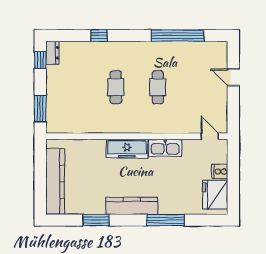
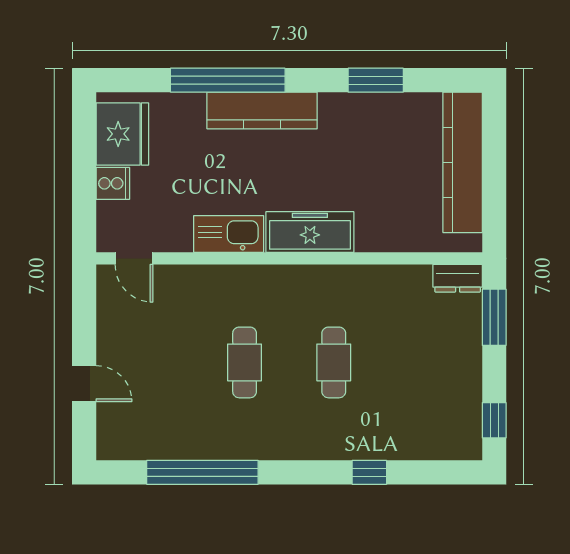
dresser: (52, 53) -> (458, 278), moved, turned -90
kitchen counter: (132, 206) -> (262, 110), moved
window: (166, 220) -> (228, 80), width x1.46

